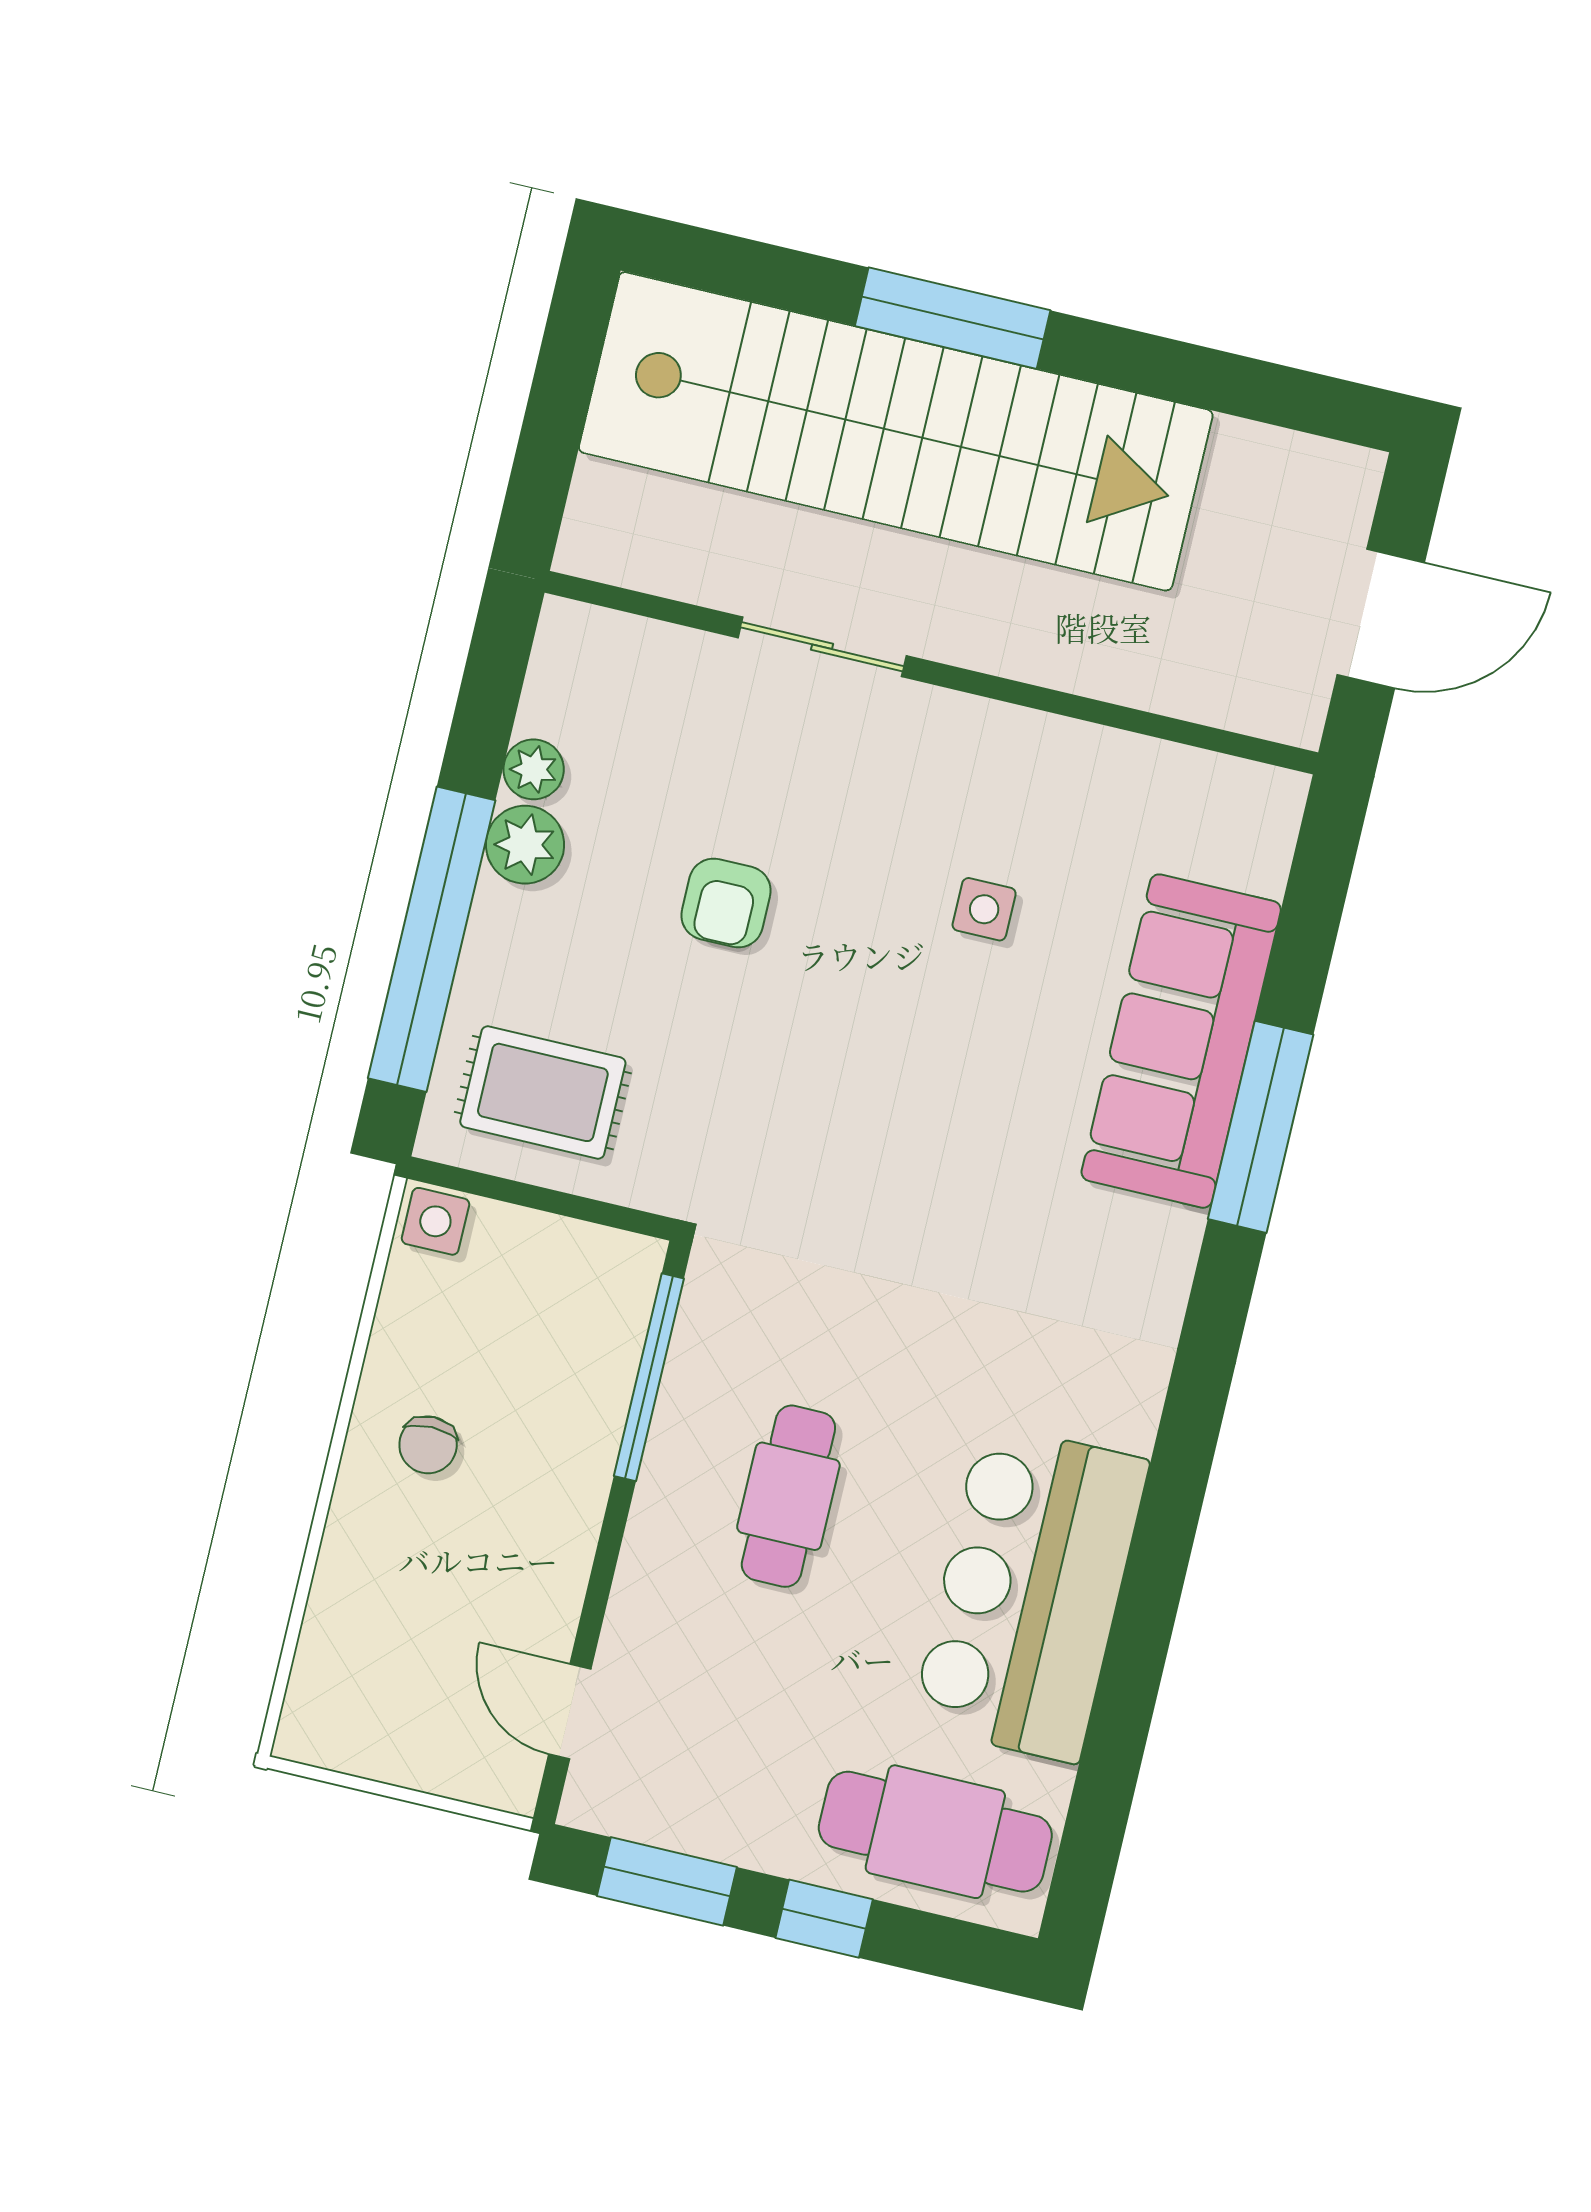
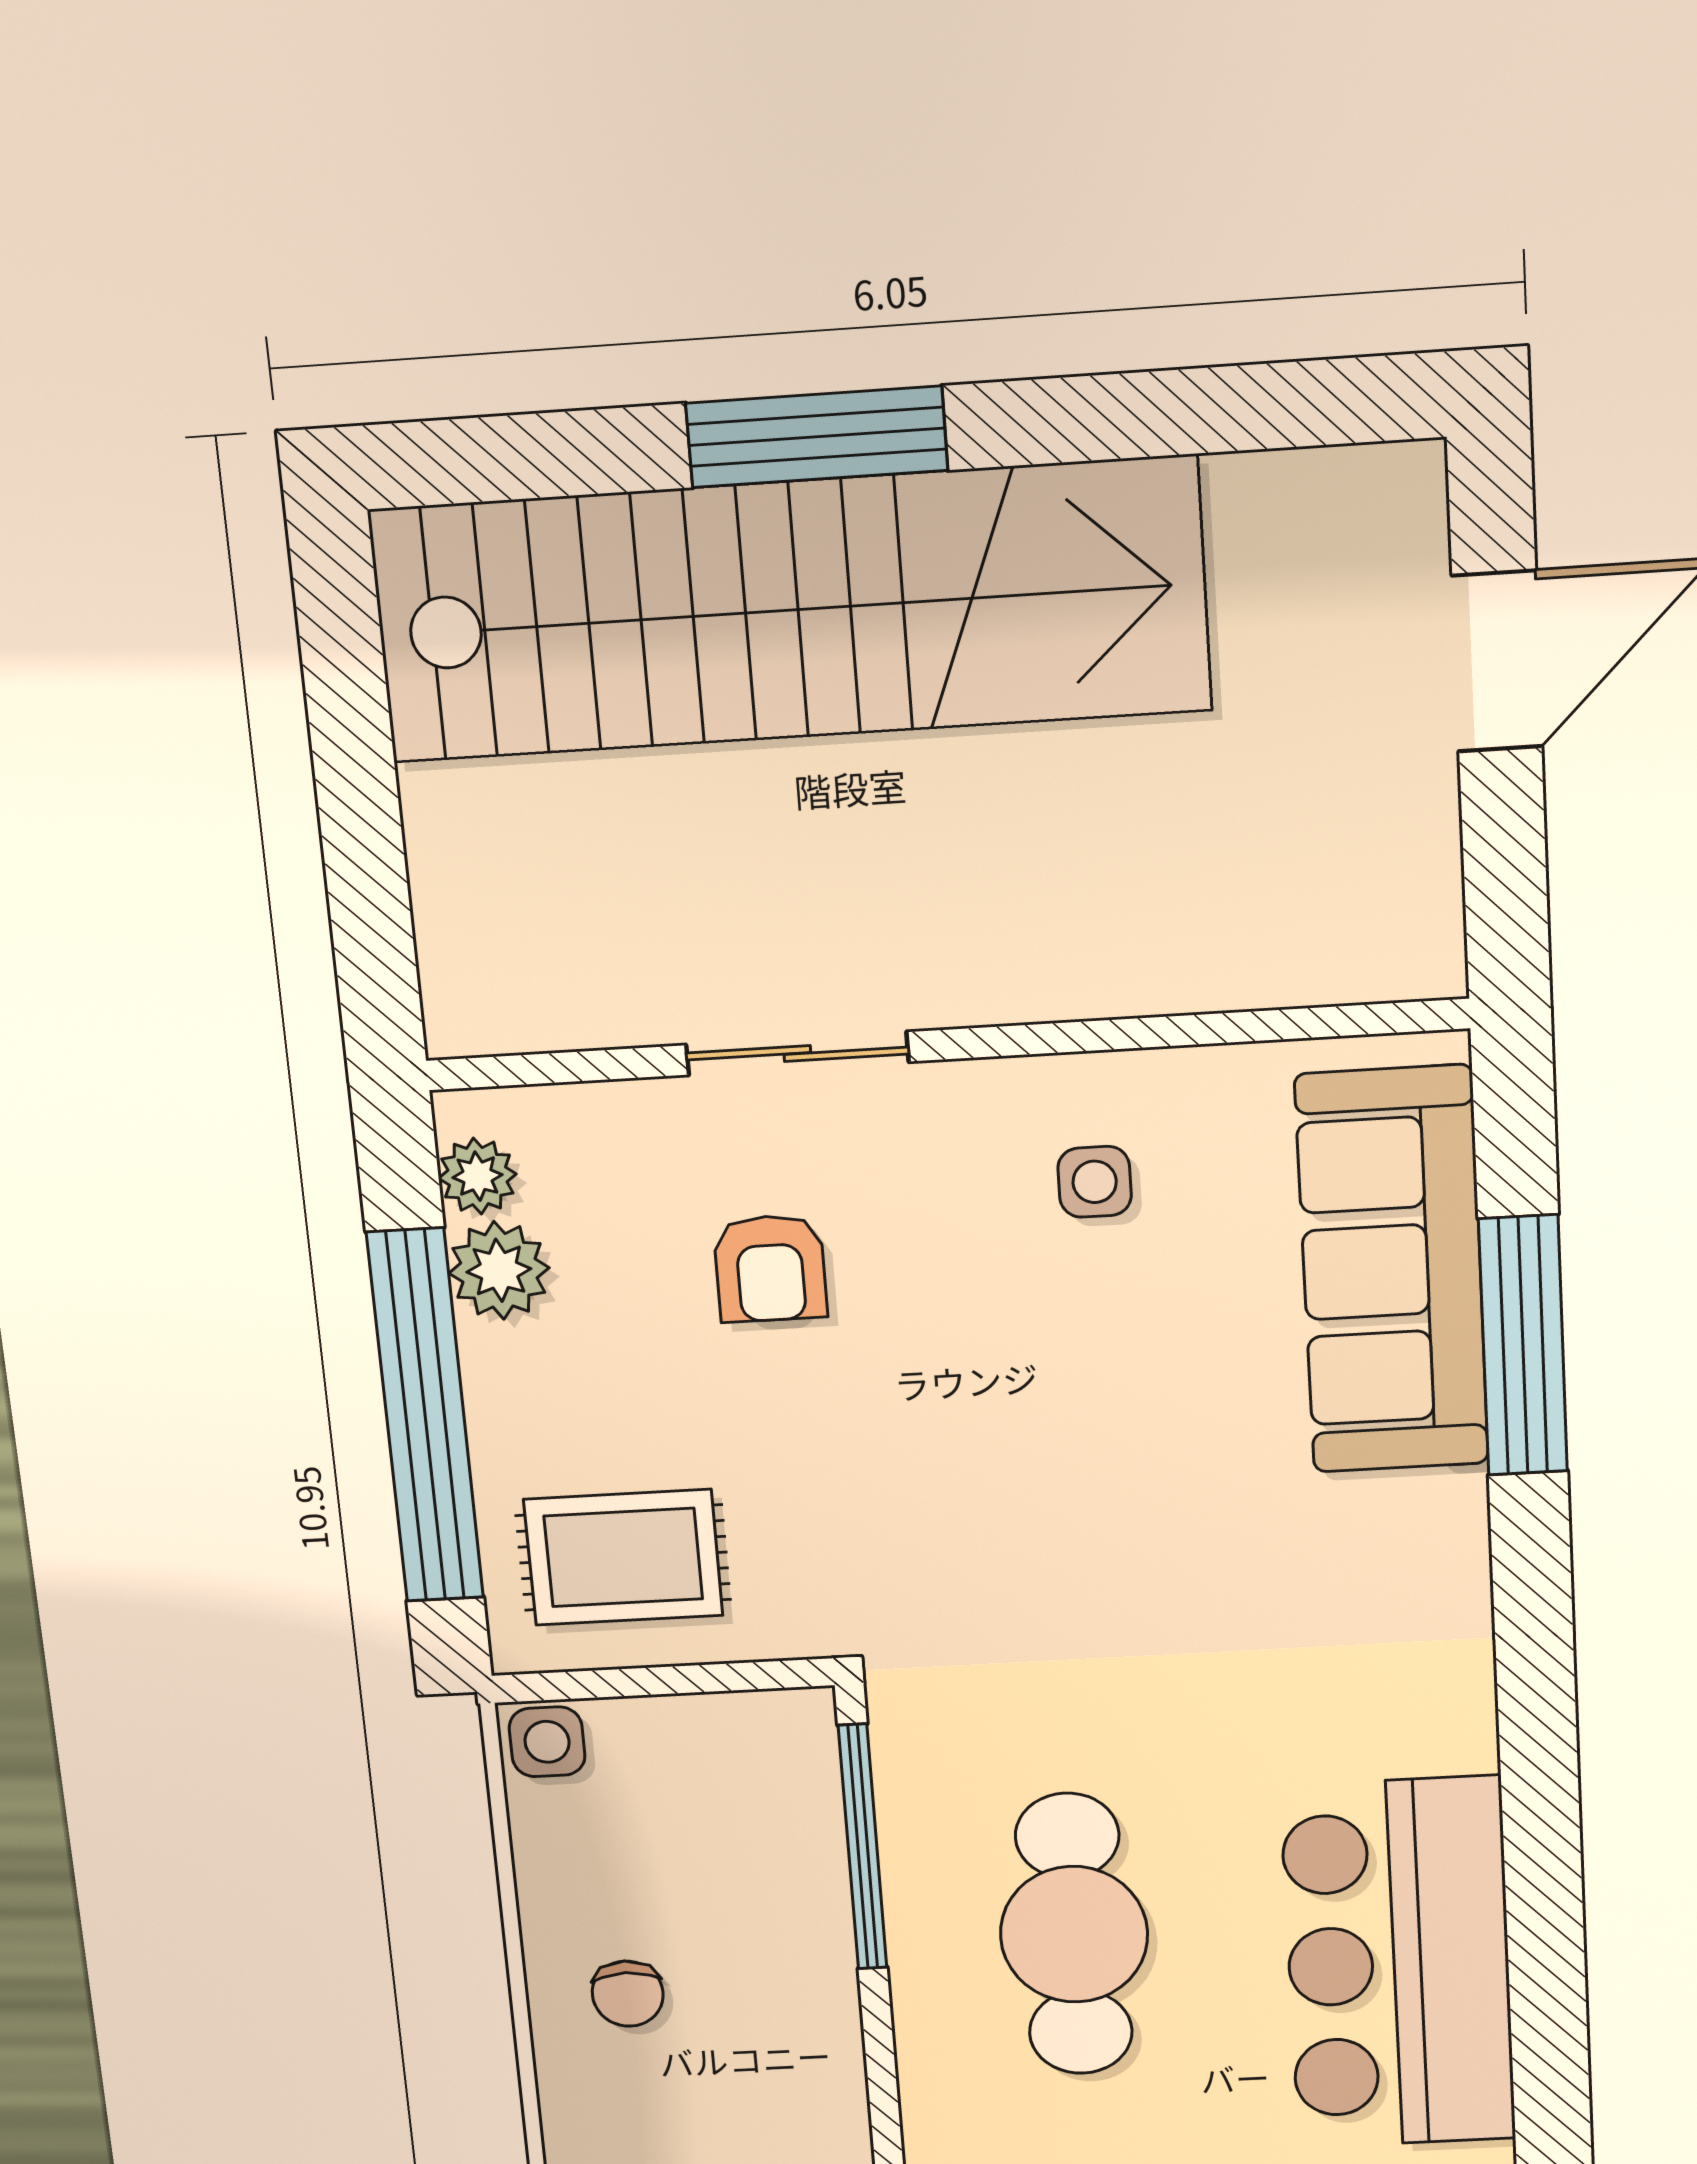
sliding door: (822, 647) -> (797, 1053), moved
wall: (931, 673) -> (945, 1045), moved
cafe table: (788, 1496) -> (1074, 1934), width x1.37, depth x1.35

